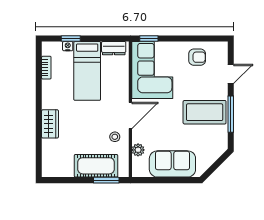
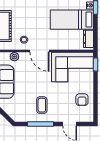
coffee table: (205, 112) -> (42, 105), width x0.54, depth x0.58

